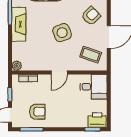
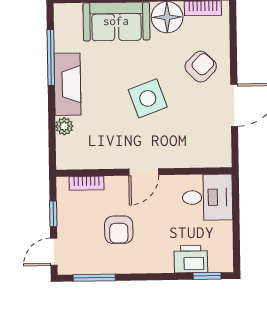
coffee table: (91, 55) -> (201, 138), removed
plant: (17, 66) -> (64, 126), moved
armchair: (37, 112) -> (119, 230), moved, turned 90
printer: (97, 120) -> (191, 259), moved

